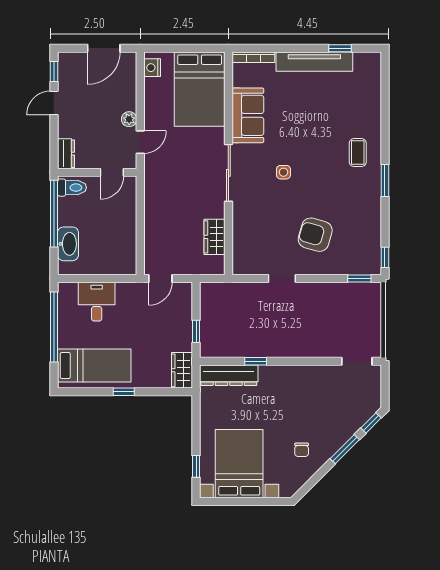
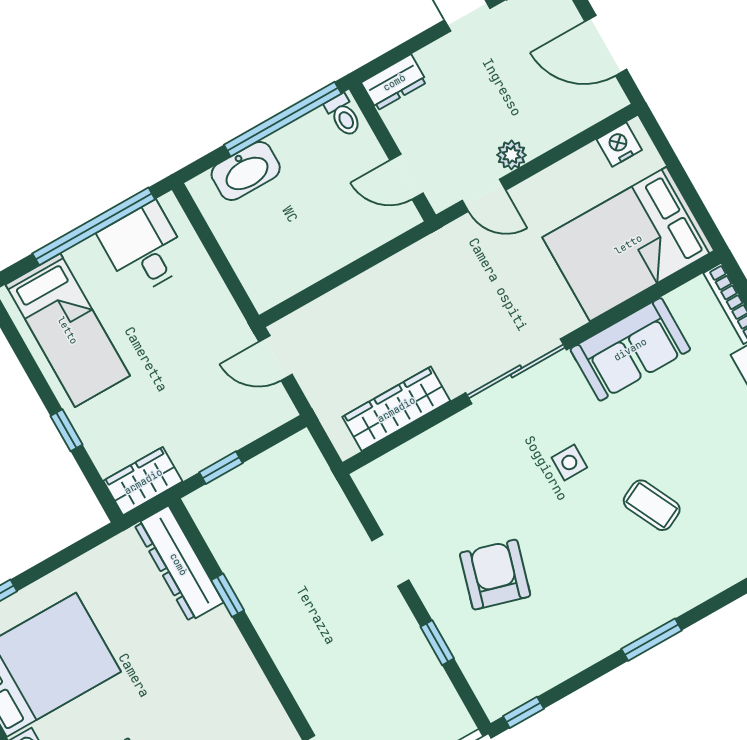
coffee table: (358, 153) -> (652, 505), moved, turned 64
toilet: (72, 188) -> (343, 115), width x0.73, depth x0.72
wardrobe: (215, 237) -> (396, 409), width x1.50
window: (359, 278) -> (437, 643), moved
desk: (97, 302) -> (144, 249), moved, turned -90
window: (124, 392) -> (67, 430), moved

